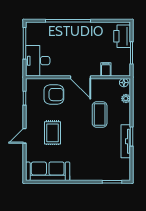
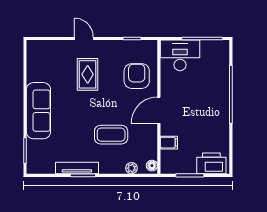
armchair: (54, 95) -> (137, 76), turned 180
rug: (53, 133) -> (88, 74), turned 90
sofa: (48, 171) -> (38, 111), moved

